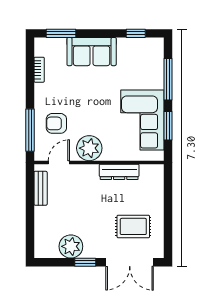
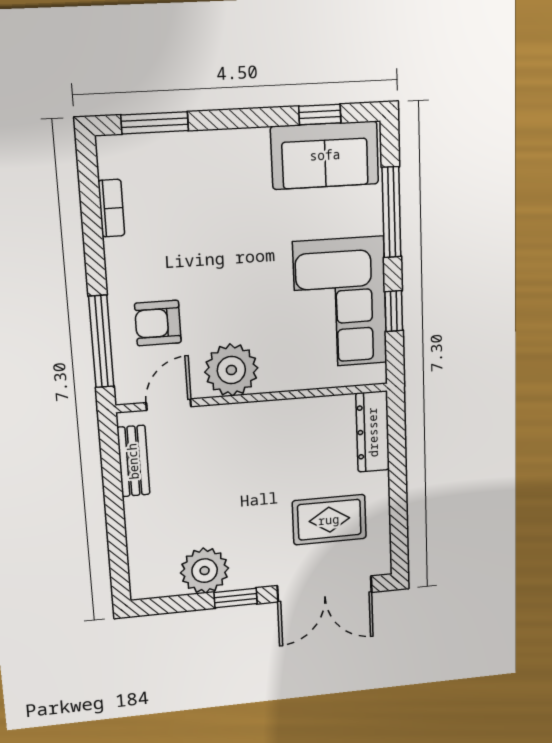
sofa: (92, 52) -> (325, 155), moved
window: (168, 126) -> (394, 311), width x0.67
dresser: (119, 172) -> (373, 432), moved, turned 90

